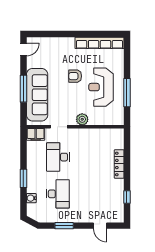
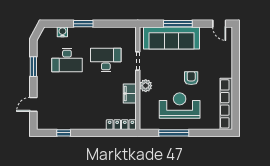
filing cabinet: (36, 134) -> (130, 94), moved
locker: (119, 164) -> (121, 125), moved

